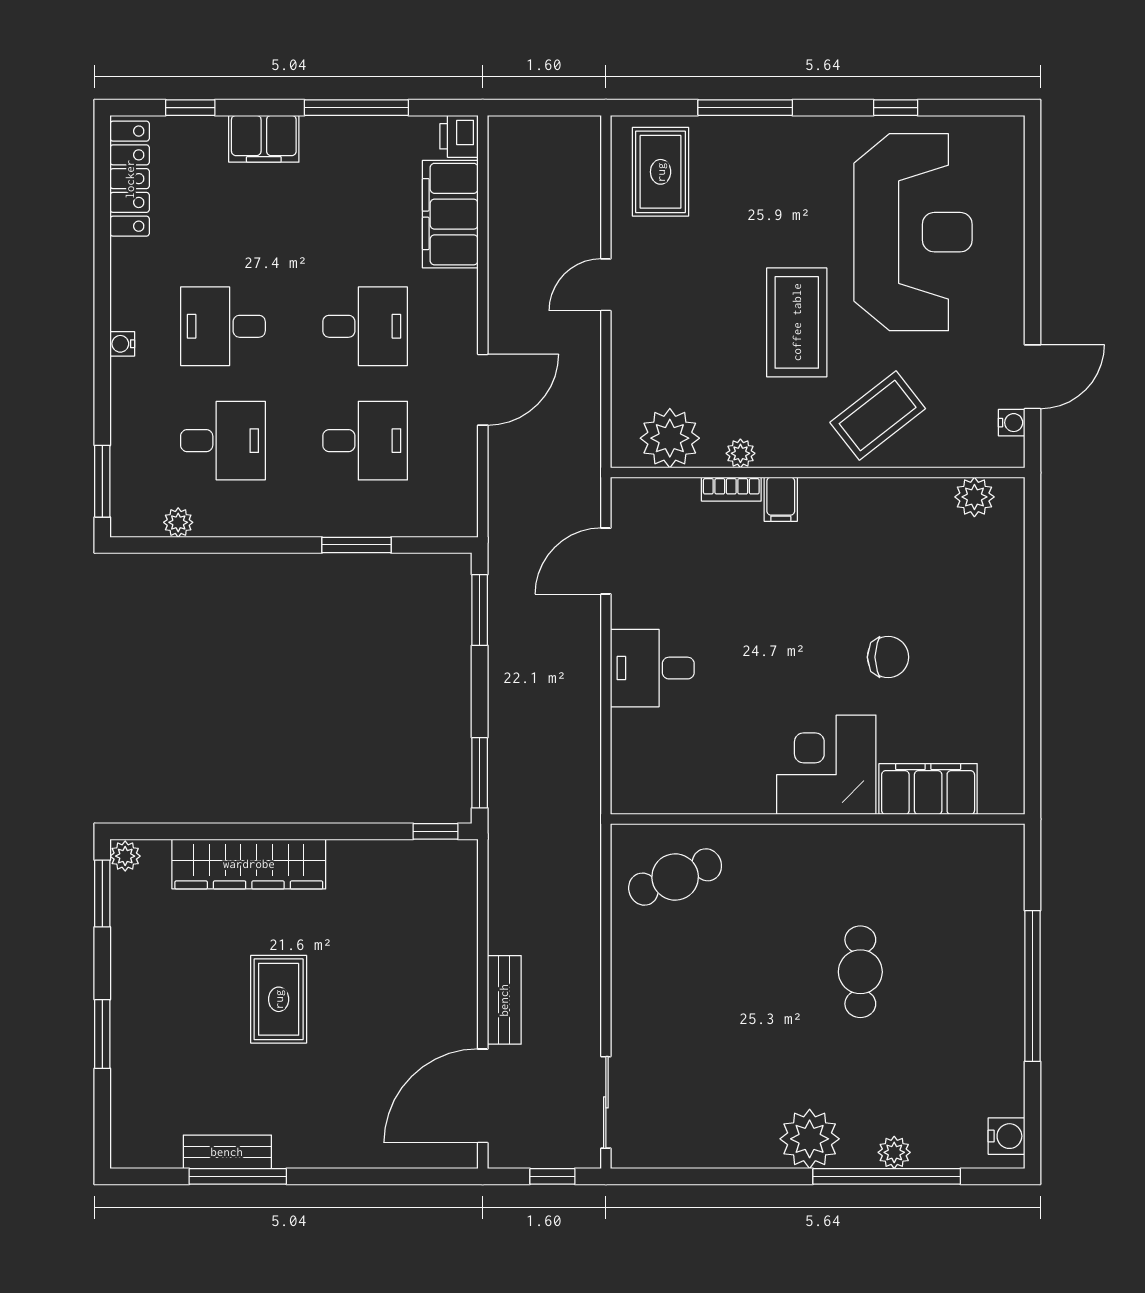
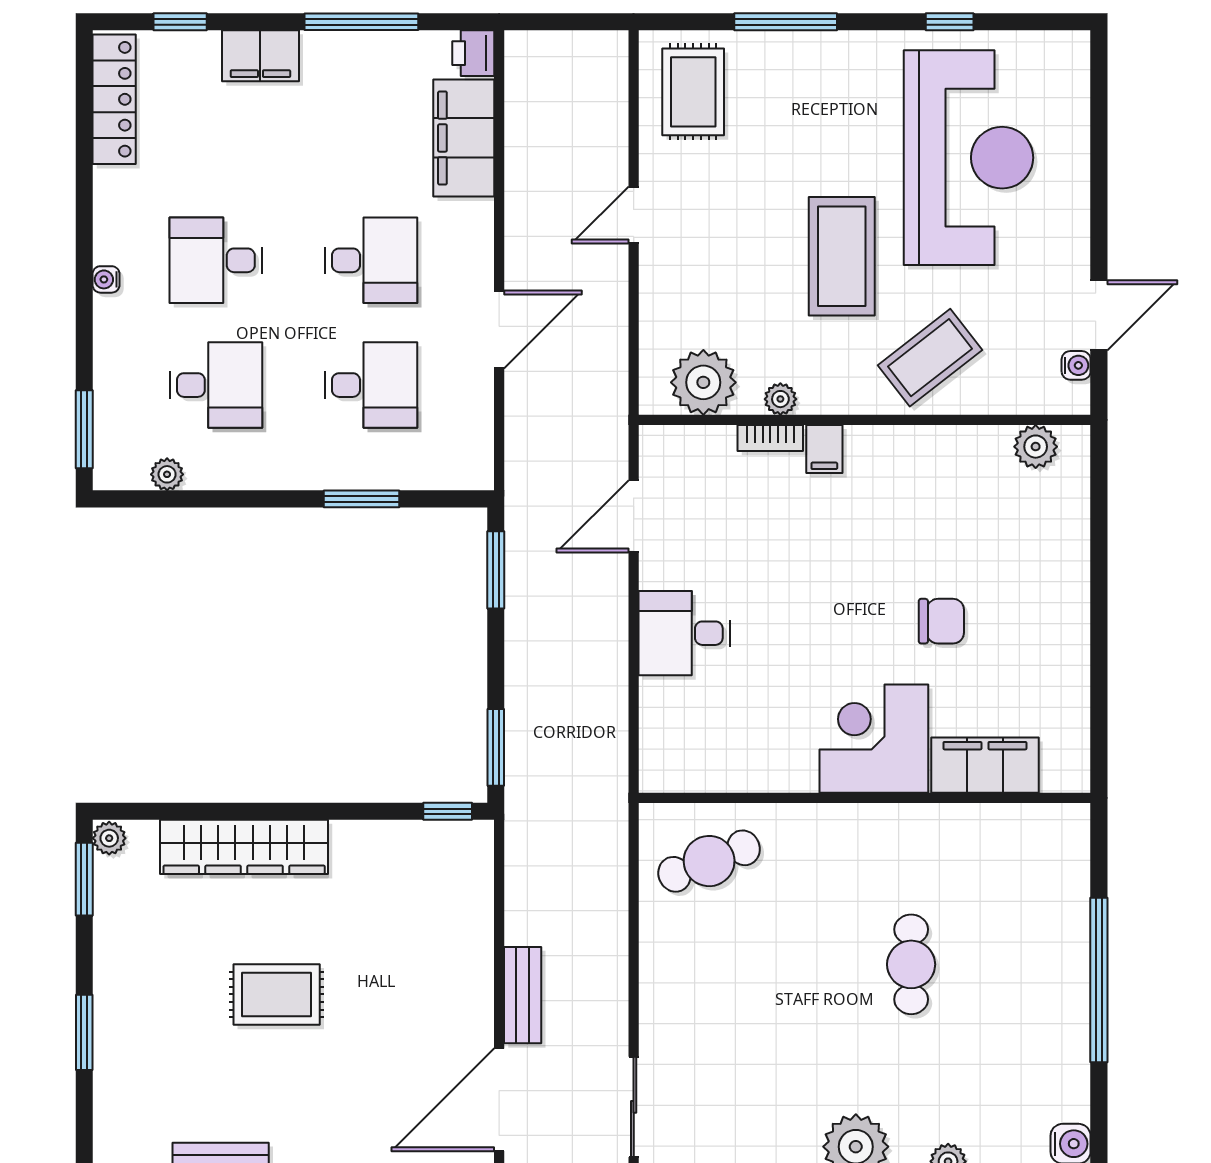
rug: (279, 999) -> (277, 994), turned 90

